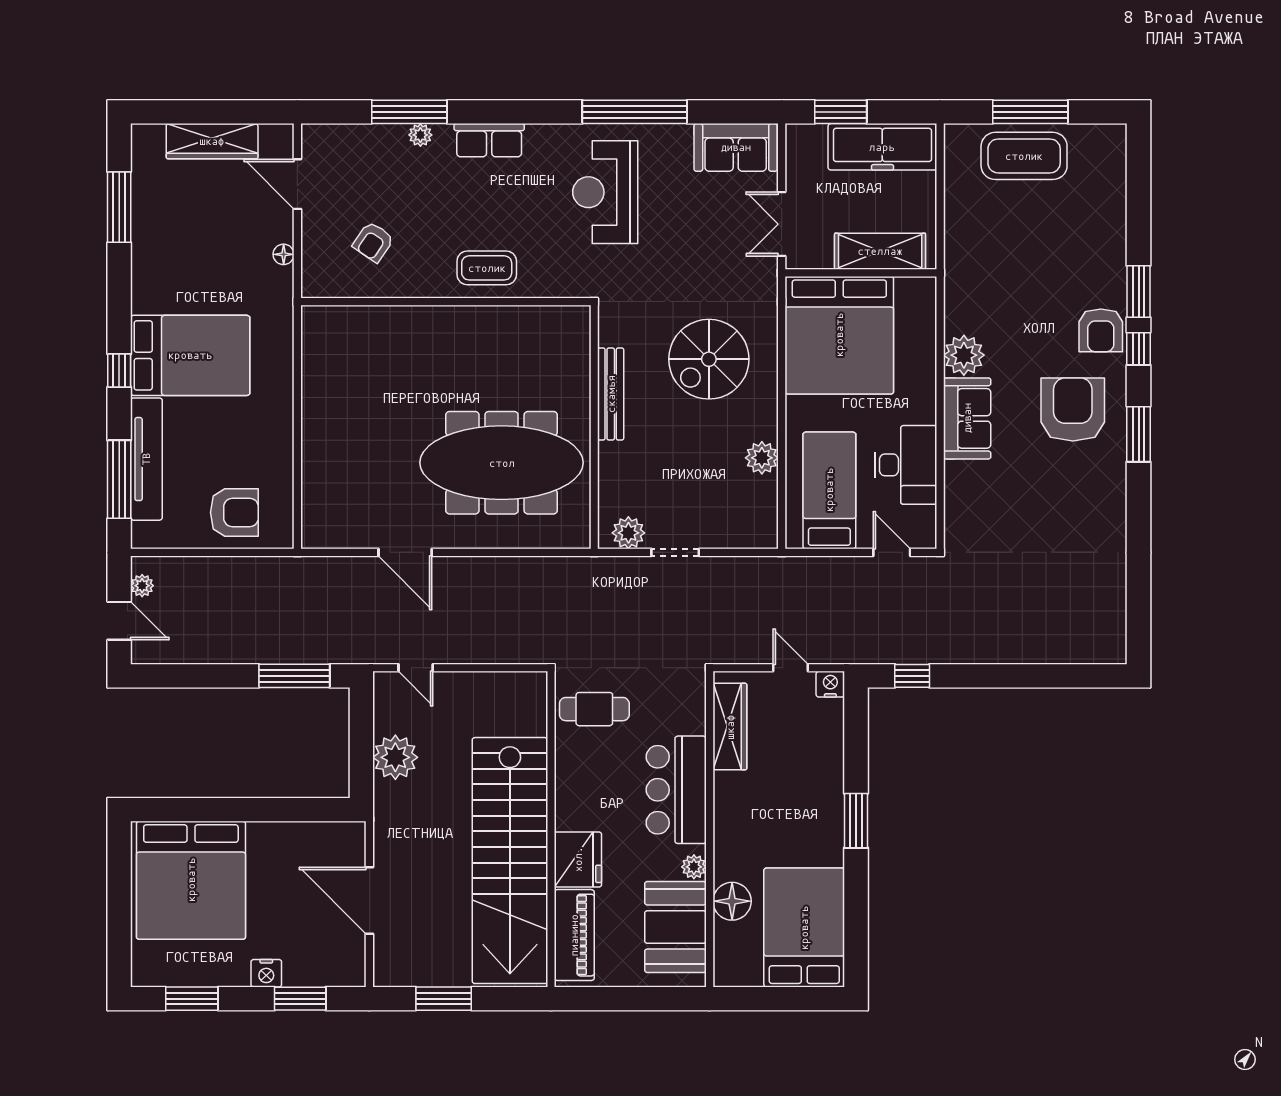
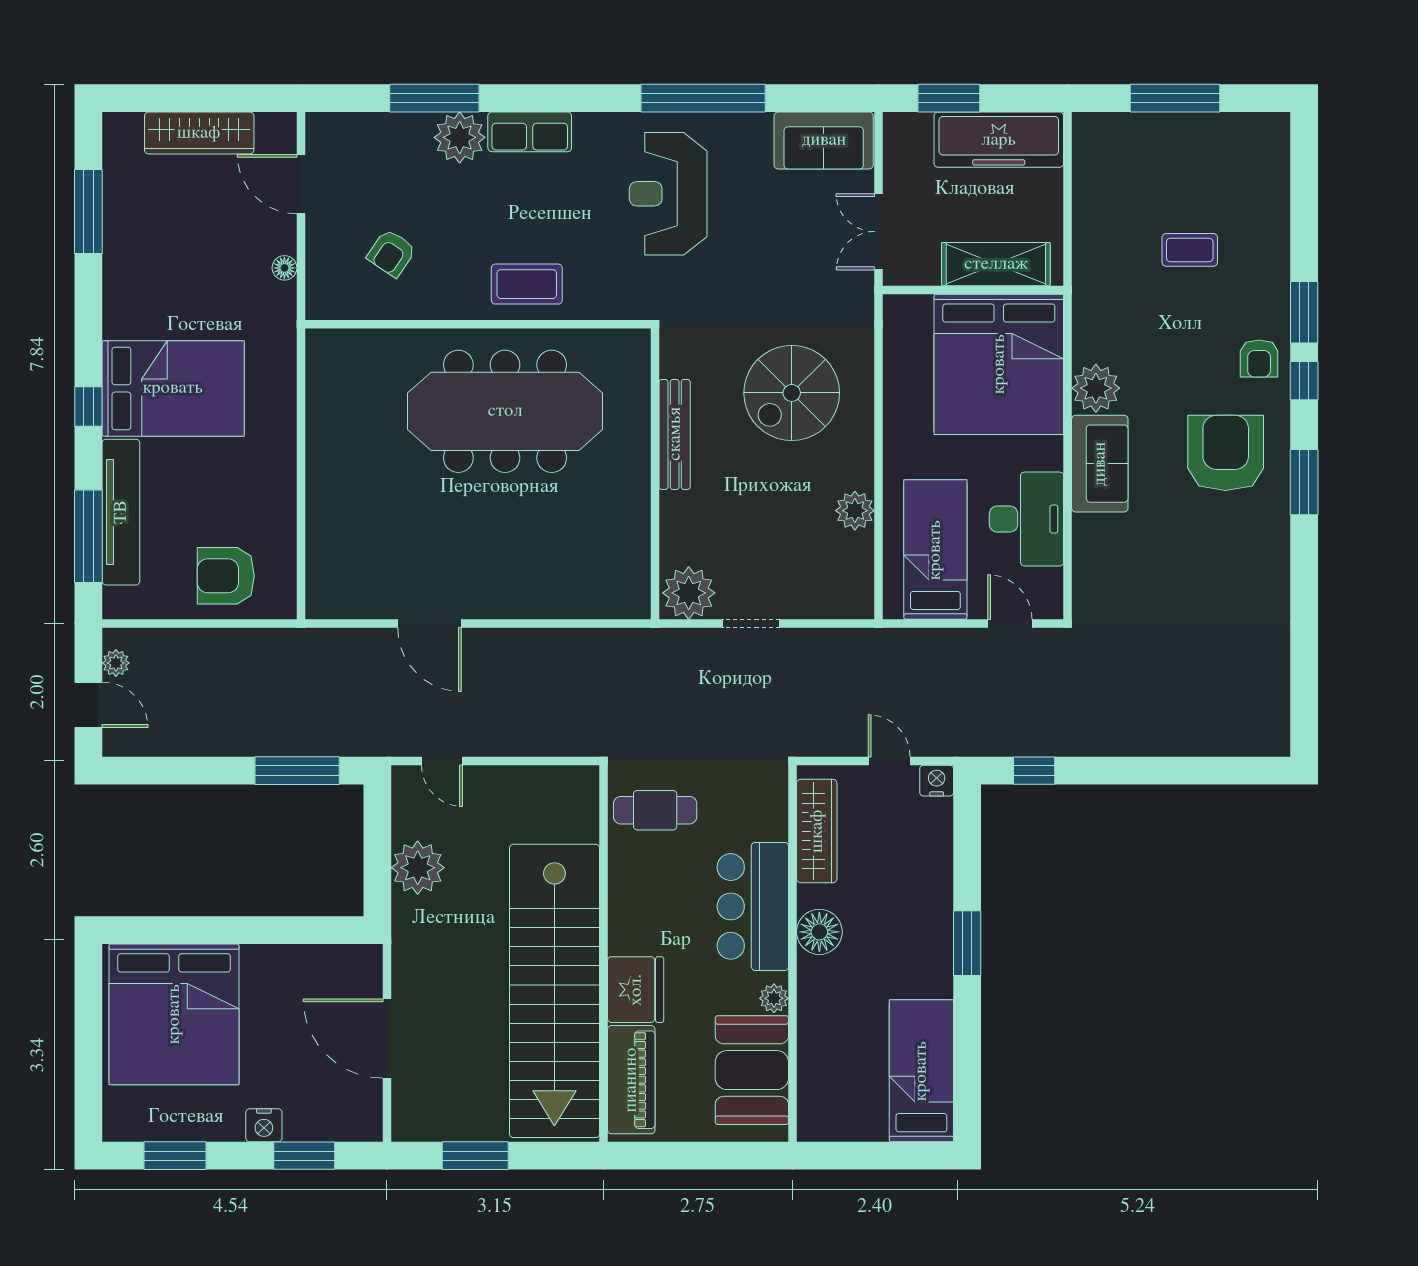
plant: (420, 135) -> (460, 137), width x1.88, depth x1.88
coffee table: (1024, 156) -> (1190, 250), moved, width x0.54, depth x0.58
armchair: (1101, 330) -> (1259, 359), width x0.72, depth x0.72
bed: (839, 335) -> (999, 364), moved
meeting table: (502, 463) -> (505, 411), moved
armchair: (234, 512) -> (226, 576), turned 180
plant: (628, 533) -> (689, 593), width x1.36, depth x1.36
floor lamp: (732, 901) -> (819, 932), moved
bed: (804, 928) -> (921, 1071), width x0.67

